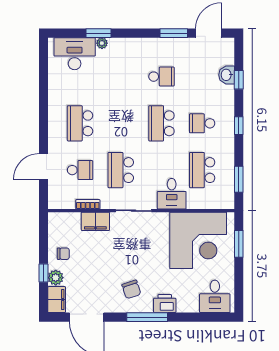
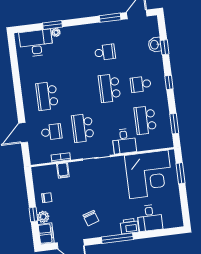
filing cabinet: (95, 221) -> (63, 170), width x0.50
chair: (131, 289) -> (91, 218), moved
desk: (215, 296) -> (150, 218), moved

